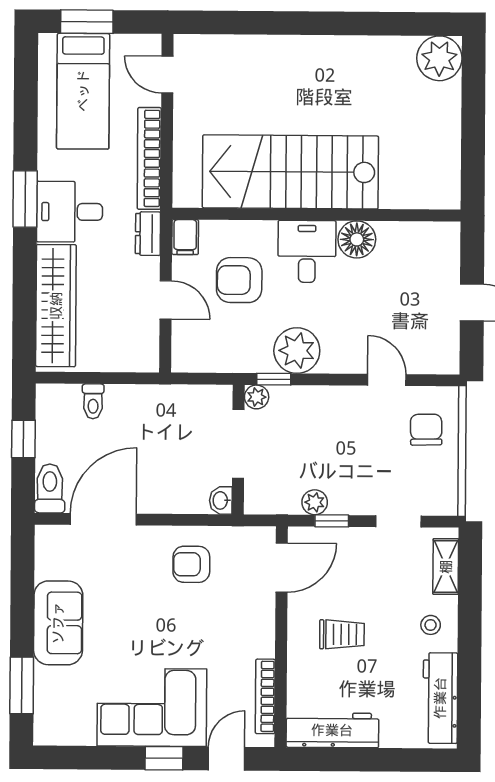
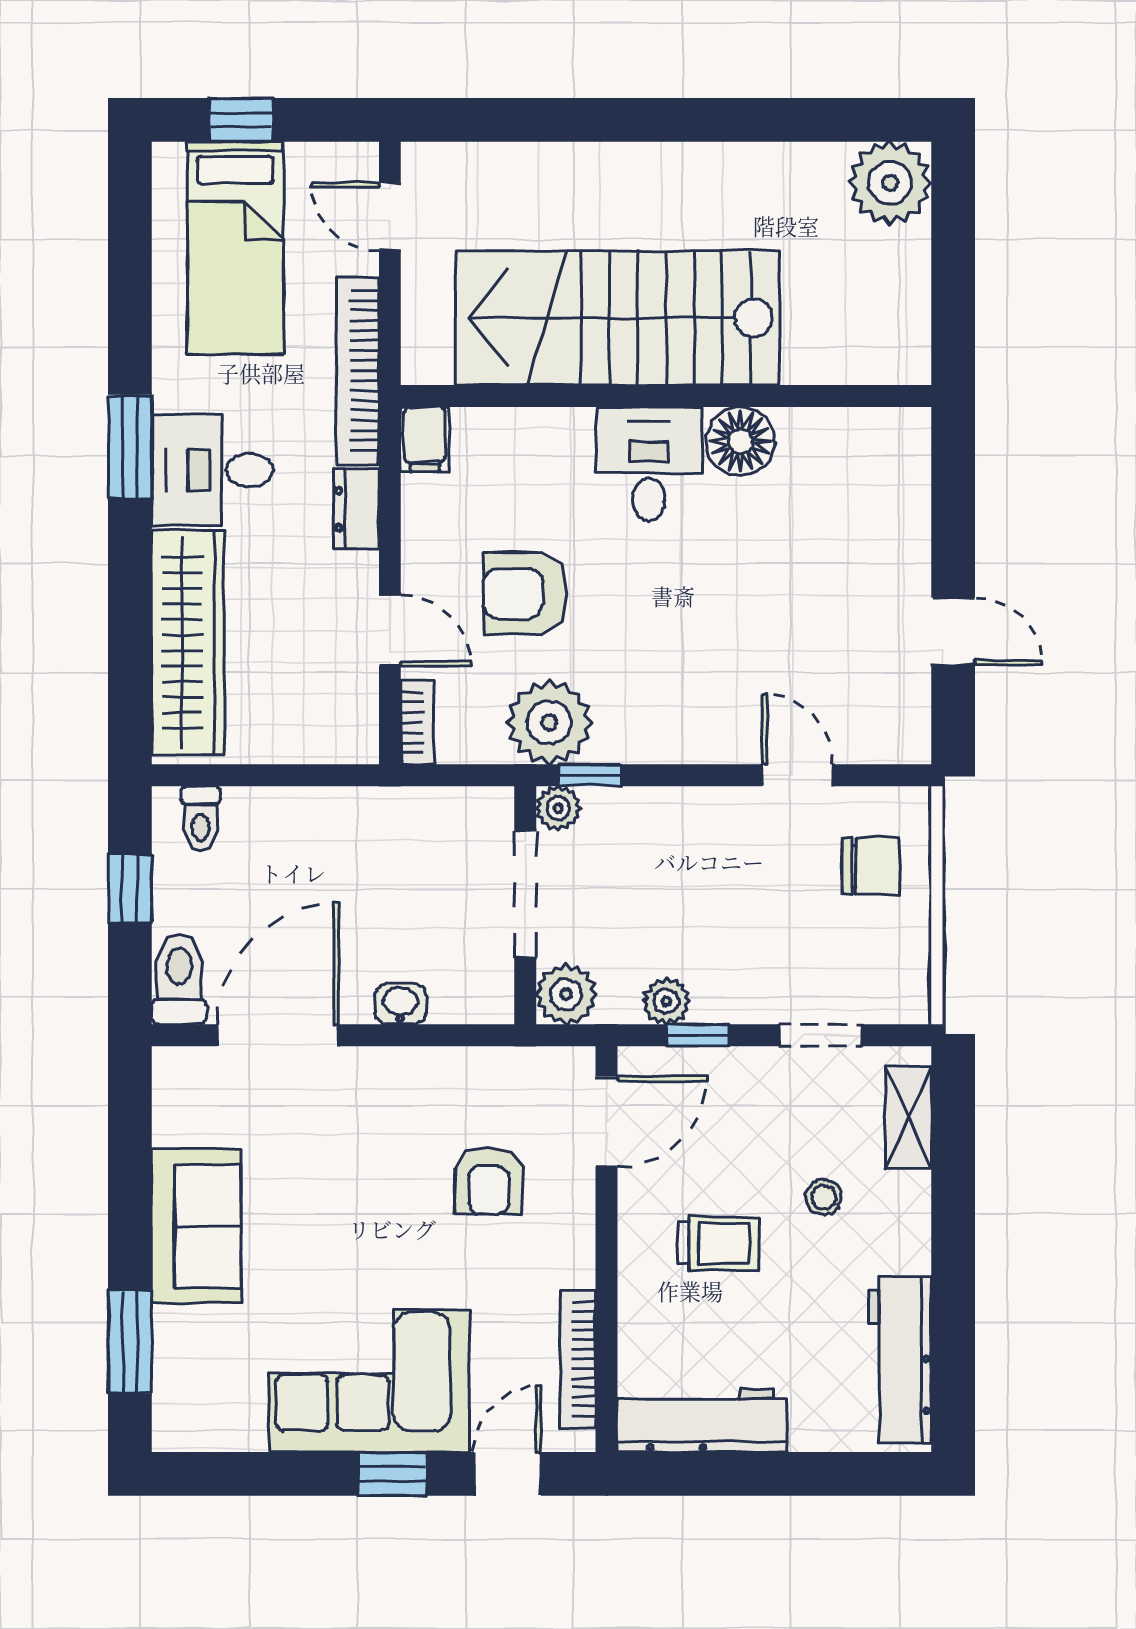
window: (87, 22) -> (241, 120), width x0.67
stairs: (290, 172) -> (618, 318), moved
wall: (316, 215) -> (666, 396), moved
filing cabinet: (185, 237) -> (425, 439), moved
floor lamp: (357, 239) -> (741, 441), moved
desk: (307, 251) -> (649, 464), moved
bookcase: (180, 350) -> (417, 722), added
plant: (297, 351) -> (549, 722), moved
toilet: (93, 401) -> (201, 818), moved
chair: (426, 430) -> (871, 866), turned 91
plant: (260, 498) -> (566, 994), added
washbasin: (221, 500) -> (400, 1004), moved, turned 90
armchair: (191, 564) -> (489, 1181), moved, turned -90
stool: (431, 625) -> (824, 1197), moved

